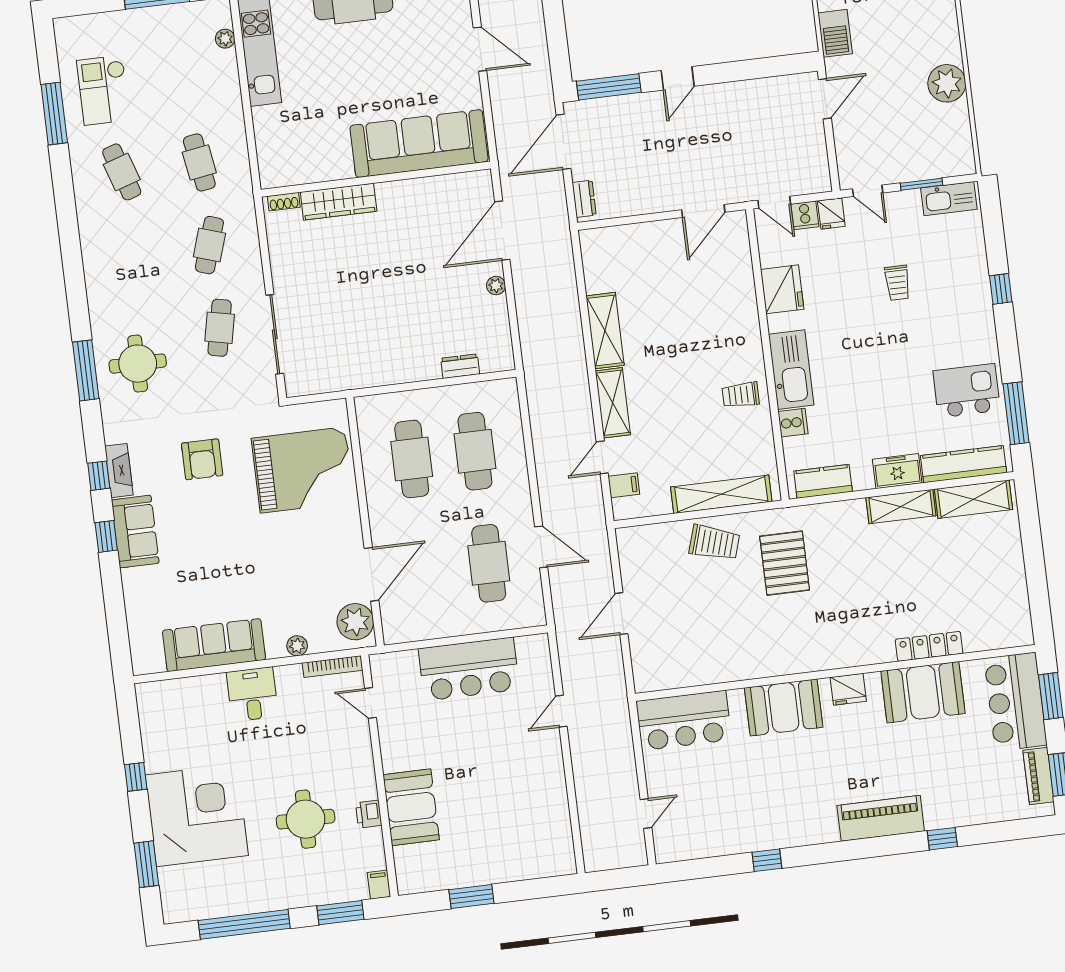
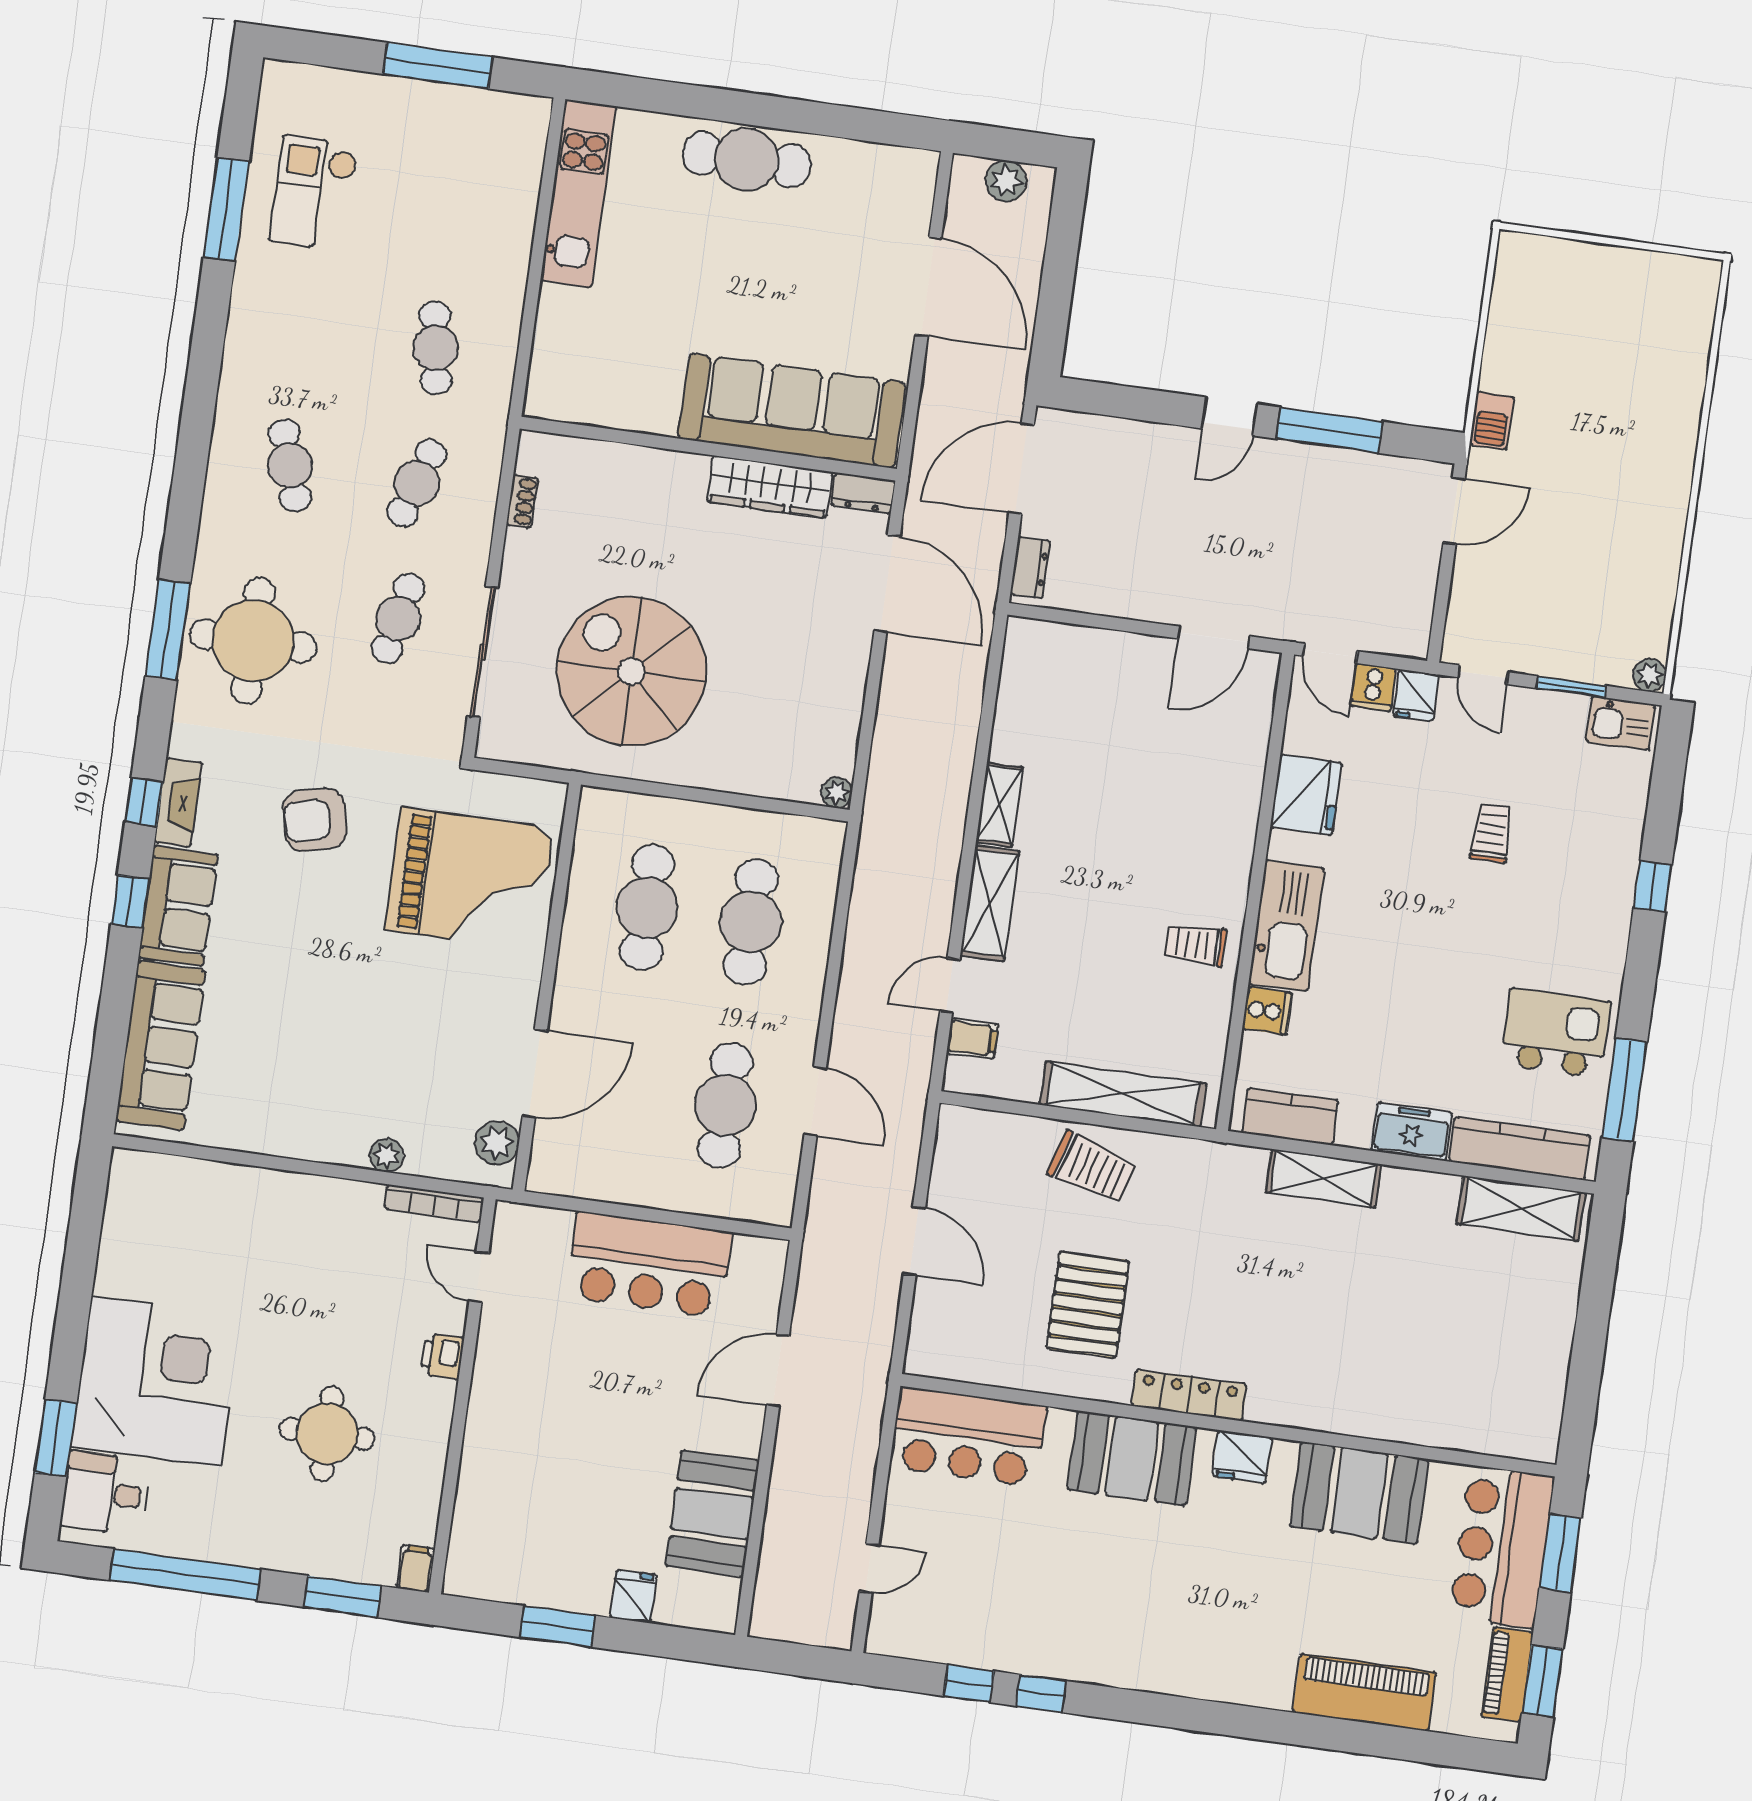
barbecue: (835, 33) -> (1492, 421), width x0.73, depth x0.79
plant: (225, 39) -> (529, 162), removed
door: (480, 49) -> (928, 287), width x1.36
plant: (947, 83) -> (1650, 675), moved, width x0.53, depth x0.53
window: (609, 87) -> (1330, 430), moved
cafe table: (122, 172) -> (290, 466), moved
kitchen sink: (949, 199) -> (1620, 723), width x0.73
shoe rack: (284, 202) -> (522, 501), moved, turned -90
wardrobe: (339, 202) -> (770, 487), moved
door: (502, 231) -> (887, 584), swing flipped
trolley: (897, 283) -> (1491, 833), turned 180
plant: (496, 286) -> (837, 793), moved
spiral stairs: (365, 322) -> (631, 671), added
shelving: (605, 331) -> (999, 805), width x0.67, depth x0.75
round table: (138, 364) -> (253, 641), width x1.36, depth x1.36
dresser: (460, 366) -> (863, 493), moved, turned 180
armchair: (202, 459) -> (315, 820), turned 76
shelving: (901, 507) -> (1323, 1178), moved
pallet: (785, 563) -> (1088, 1305), moved
door: (621, 614) -> (914, 1241), swing flipped
plant: (355, 622) -> (497, 1143), width x0.73, depth x0.73
sofa: (214, 645) -> (161, 1046), moved, turned 90
locker: (929, 646) -> (1189, 1395), moved
desk: (252, 694) -> (106, 1493), moved, turned -90
door: (561, 711) -> (778, 1370), width x1.38
window: (136, 777) -> (76, 1295), removed
booth: (411, 807) -> (712, 1513), moved
printer: (369, 814) -> (442, 1356), moved
piano: (881, 818) -> (1364, 1692), moved
window: (942, 839) -> (969, 1683), moved
fridge: (512, 867) -> (633, 1596), added

